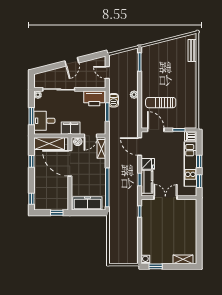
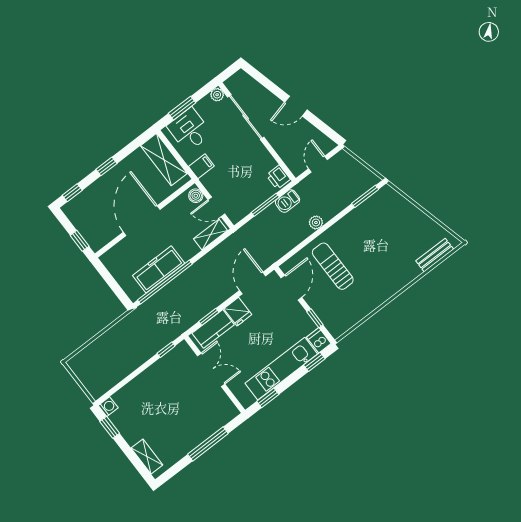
printer: (94, 98) -> (278, 177), width x0.53, depth x0.68
filing cabinet: (71, 128) -> (201, 166), width x0.50
window: (31, 161) -> (106, 166), moved
window: (199, 161) -> (314, 362), moved
door: (70, 163) -> (142, 221), moved
freezer: (87, 203) -> (159, 269), moved, turned -90
window: (199, 226) -> (208, 444), added

